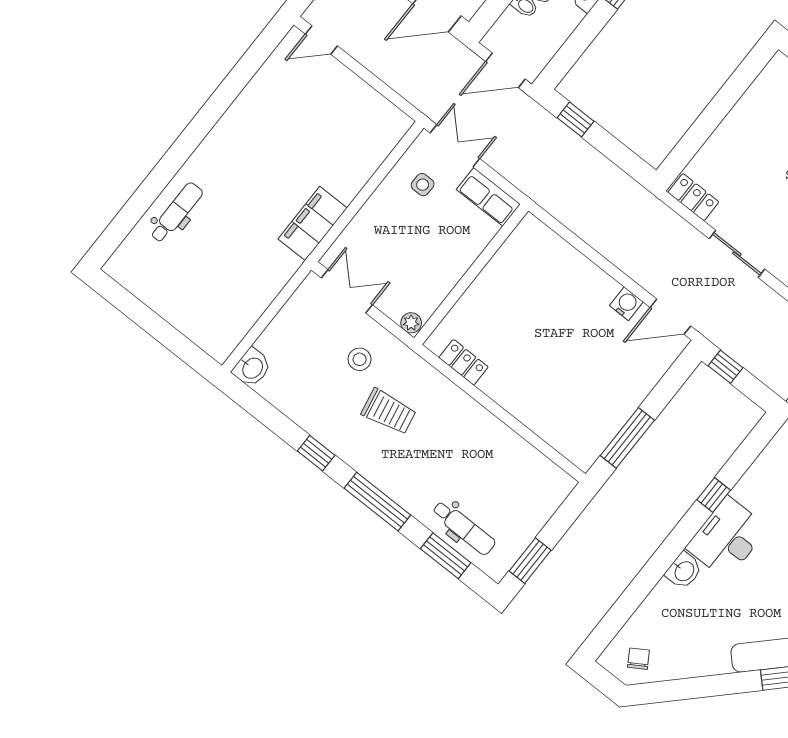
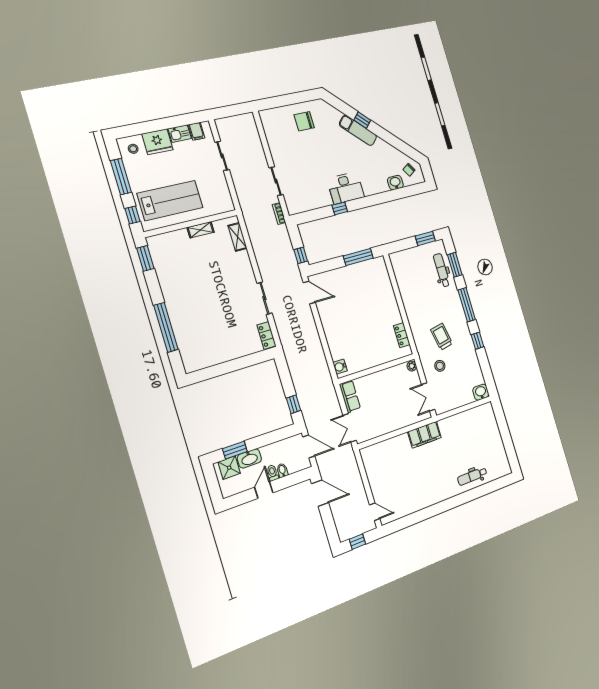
side table: (423, 185) -> (373, 420), removed
water cooler: (626, 304) -> (340, 367), moved
washbasin: (684, 571) -> (395, 183), moved

